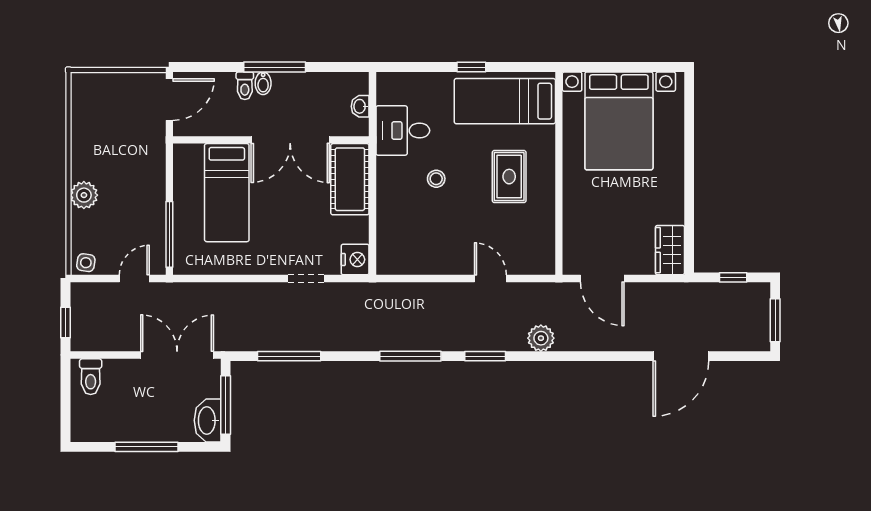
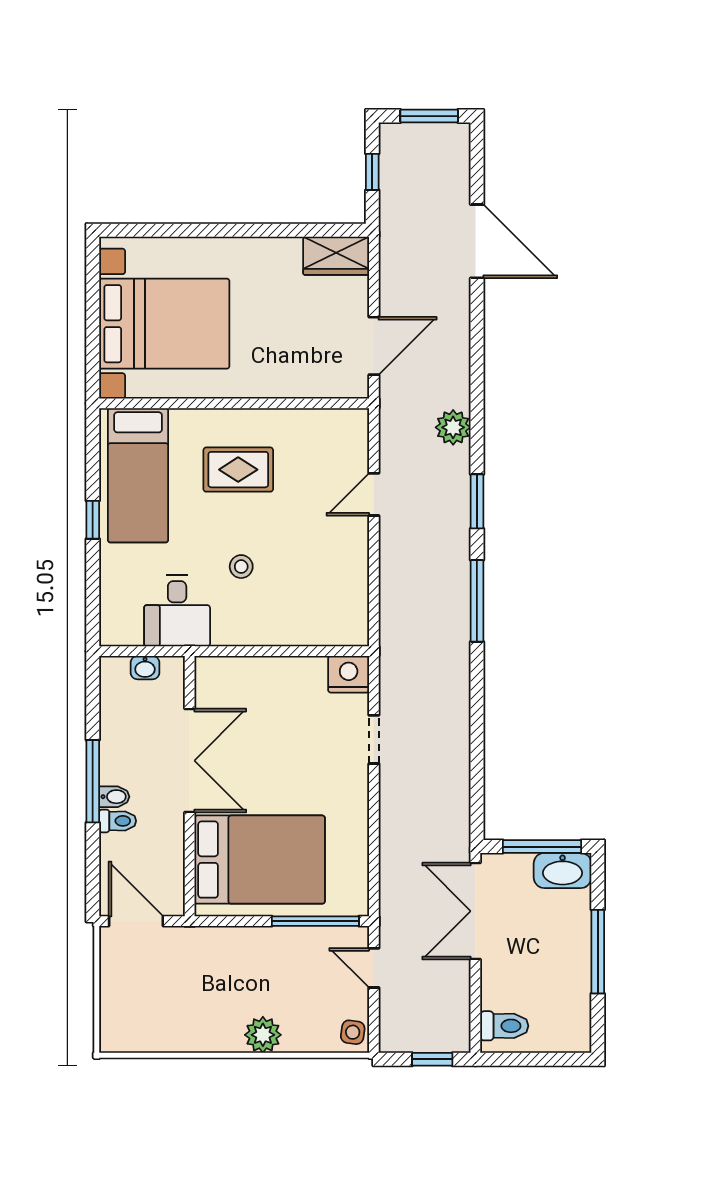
cot: (350, 179) -> (242, 681), removed
bed: (227, 193) -> (260, 860), width x1.50
window: (289, 356) -> (477, 762), removed

